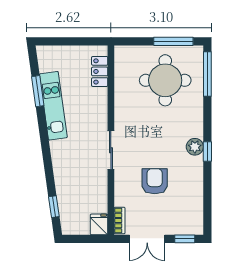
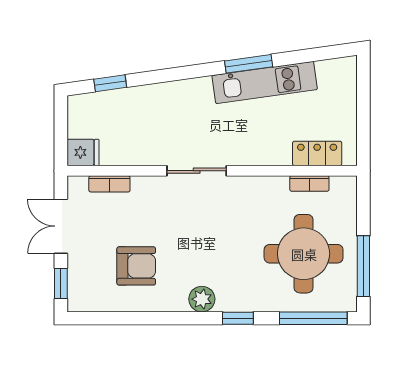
bookcase: (119, 76) -> (309, 183), added
window: (38, 91) -> (249, 64), moved
window: (207, 151) -> (238, 318), moved
armchair: (155, 181) -> (136, 266), moved
bookcase: (120, 221) -> (109, 184), moved

